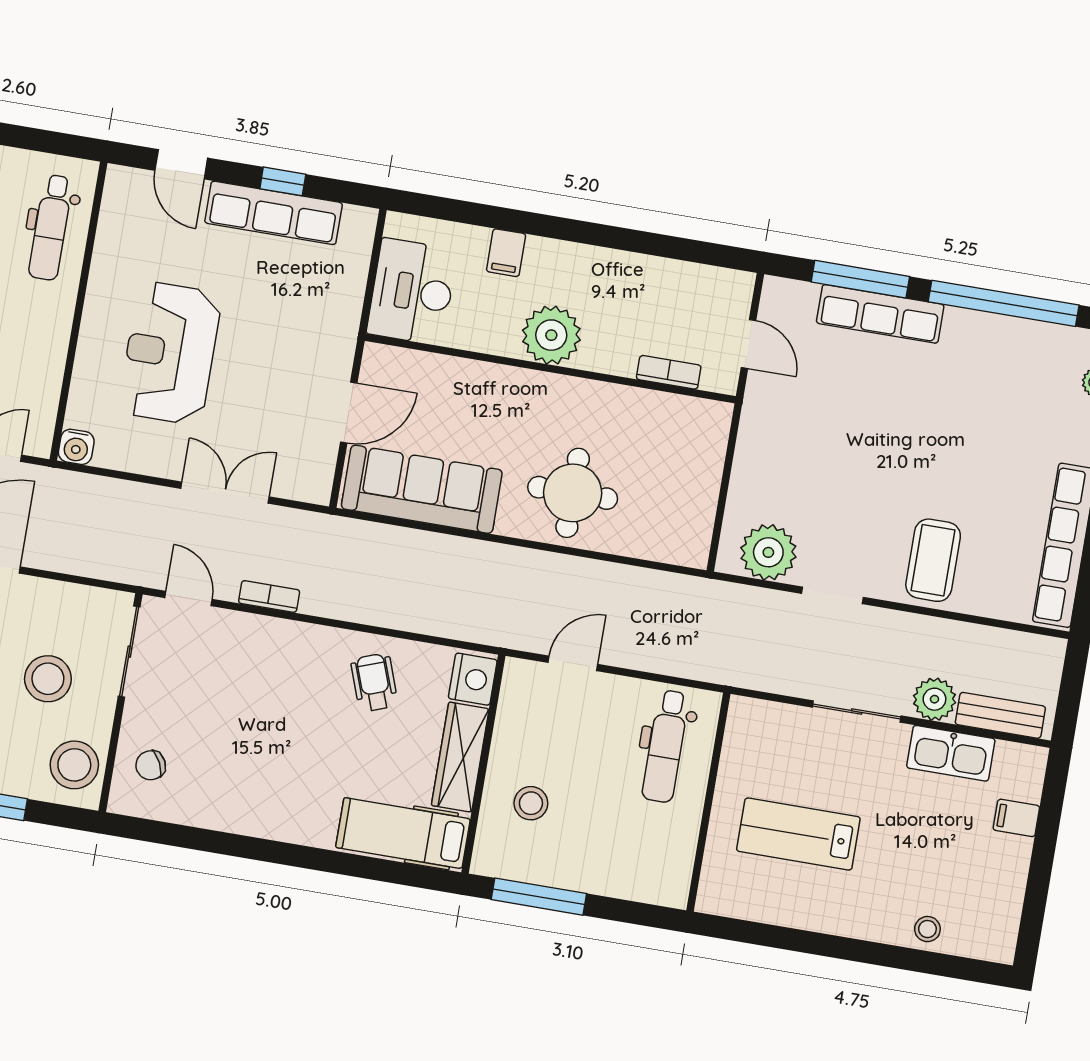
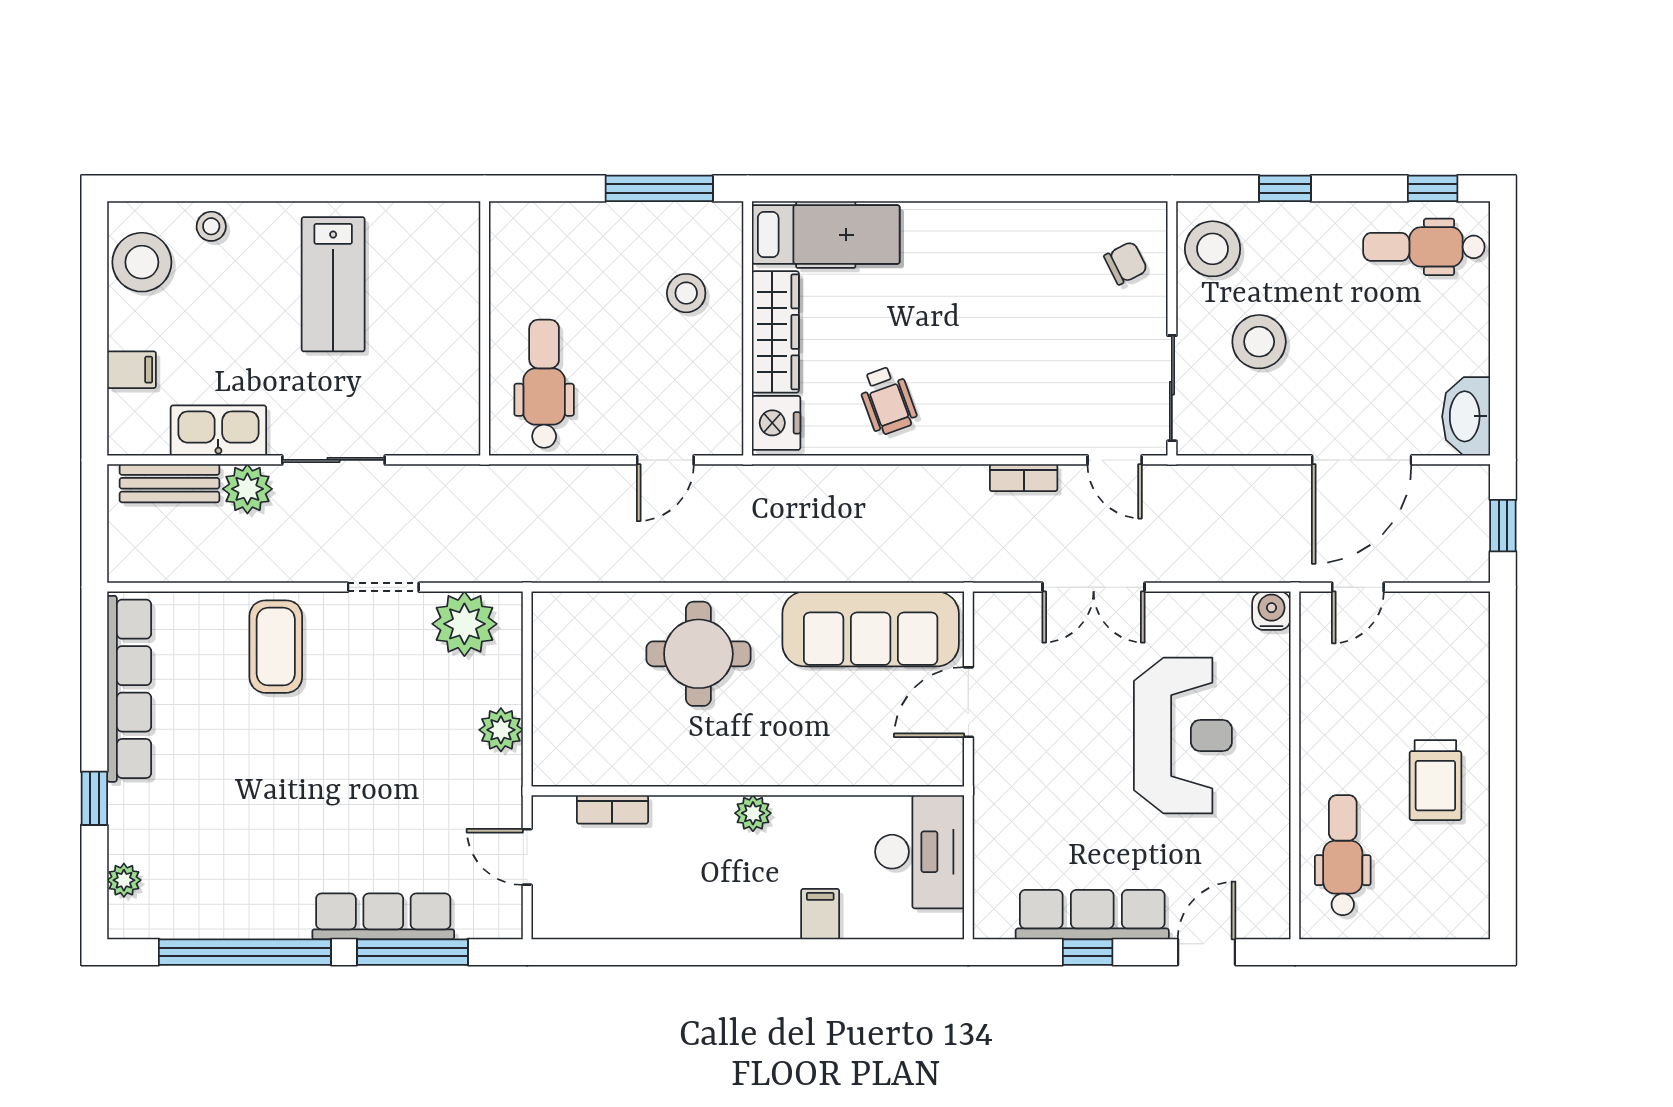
door: (181, 164) -> (1207, 952), hinge flipped
plant: (551, 335) -> (753, 813), width x0.53, depth x0.53
plant: (753, 456) -> (501, 730), added
lab bench: (798, 834) -> (333, 284), moved, turned 90
stool: (992, 908) -> (142, 262), added

